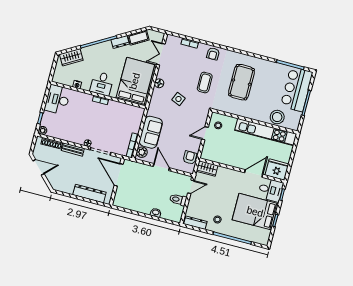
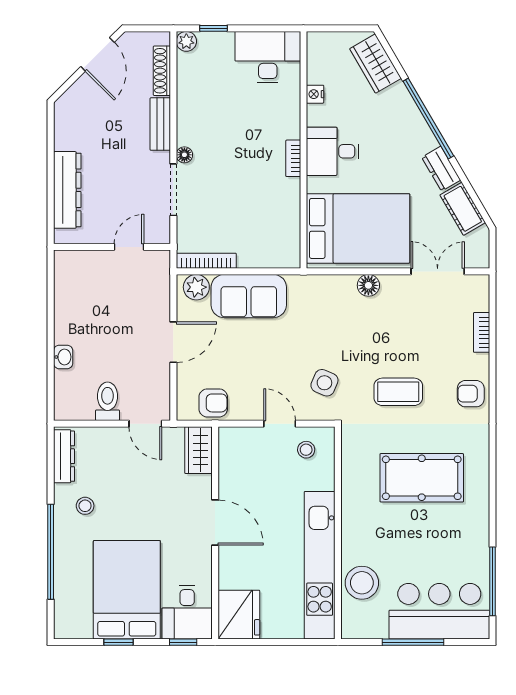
side table: (178, 99) -> (324, 383), moved
door: (254, 174) -> (215, 523), moved
door: (119, 175) -> (129, 247), width x0.53

